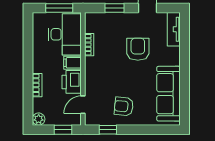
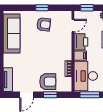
armchair: (138, 49) -> (48, 82), moved, turned -90
window: (108, 130) -> (42, 8), moved

